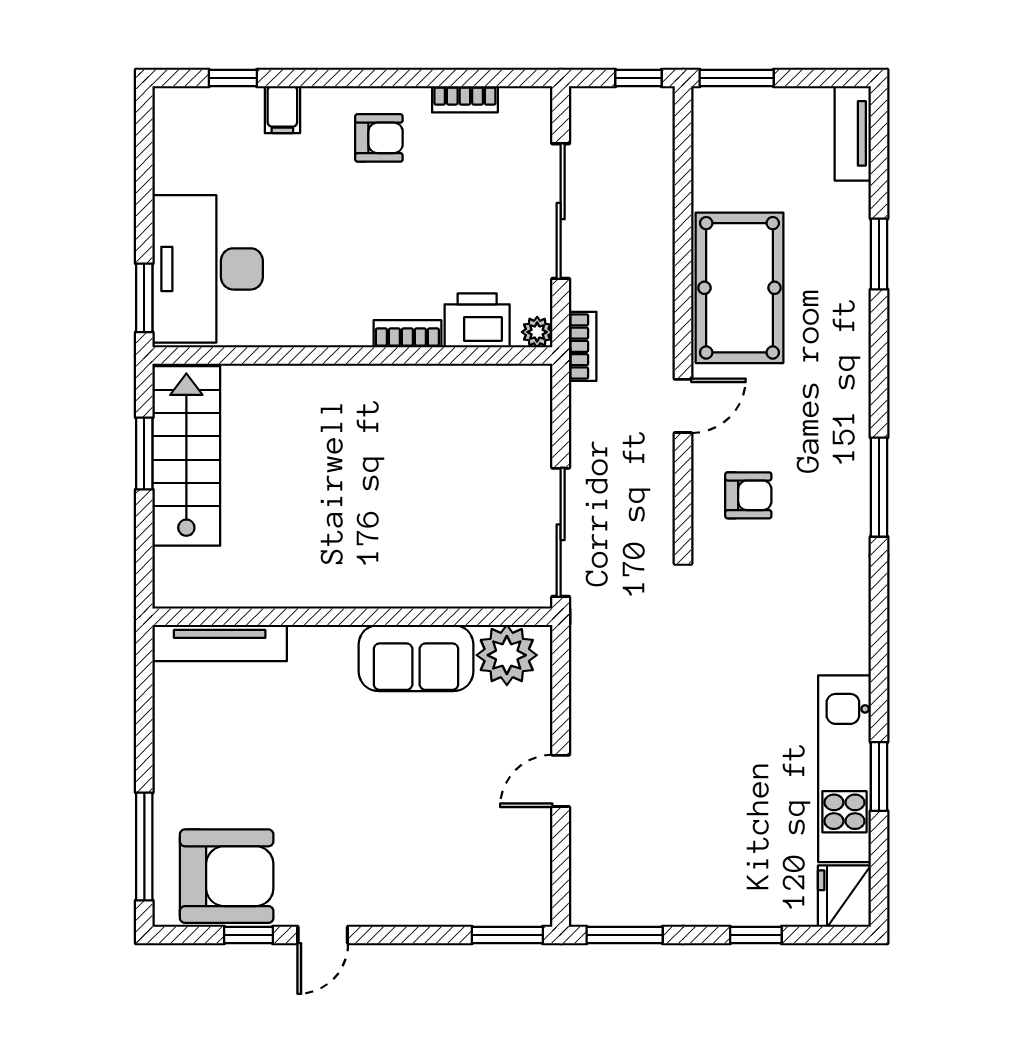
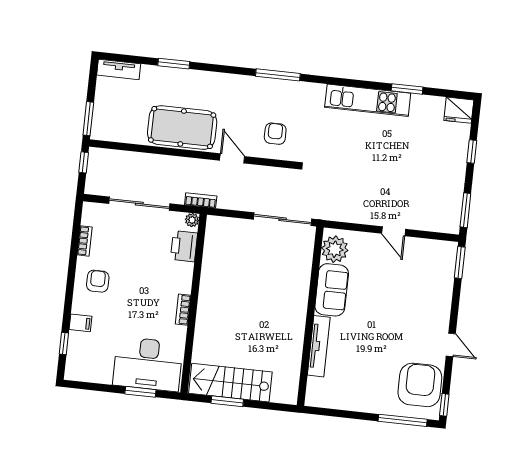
window: (144, 298) -> (140, 392), moved
bookcase: (407, 334) -> (183, 310), moved
tv unit: (220, 643) -> (319, 346), moved
kitchen unit: (844, 769) -> (368, 100), moved
window: (248, 935) -> (444, 405), moved

